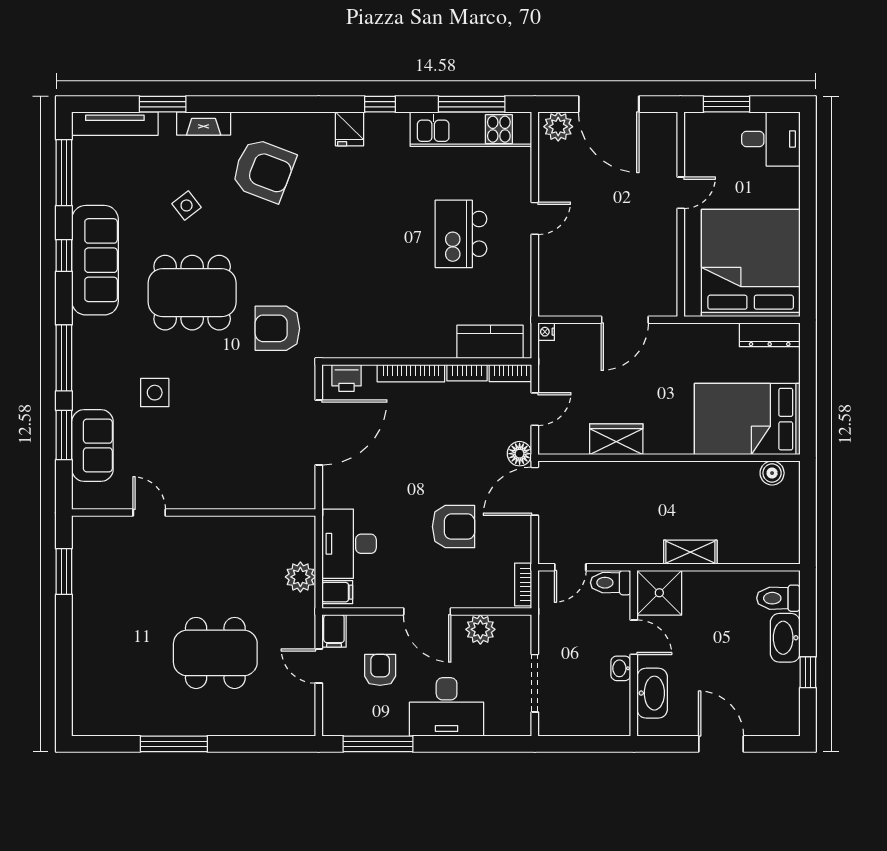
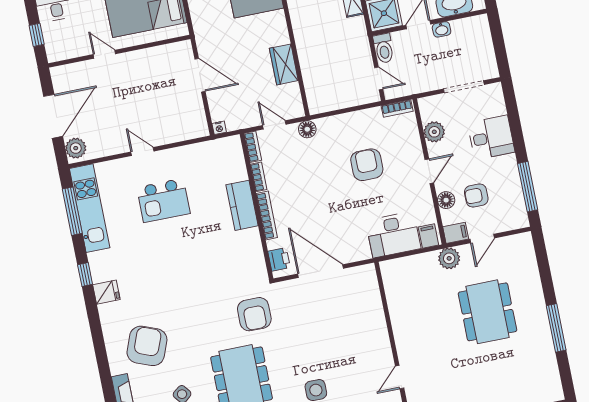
window: (727, 104) -> (37, 35), width x0.67
kitchen counter: (490, 342) -> (242, 205), moved
door: (535, 491) -> (331, 113), removed
plant: (300, 577) -> (449, 258), moved
door: (427, 612) -> (429, 171), width x0.73
floor lamp: (382, 627) -> (446, 200), added
desk: (447, 707) -> (491, 137), width x0.73

